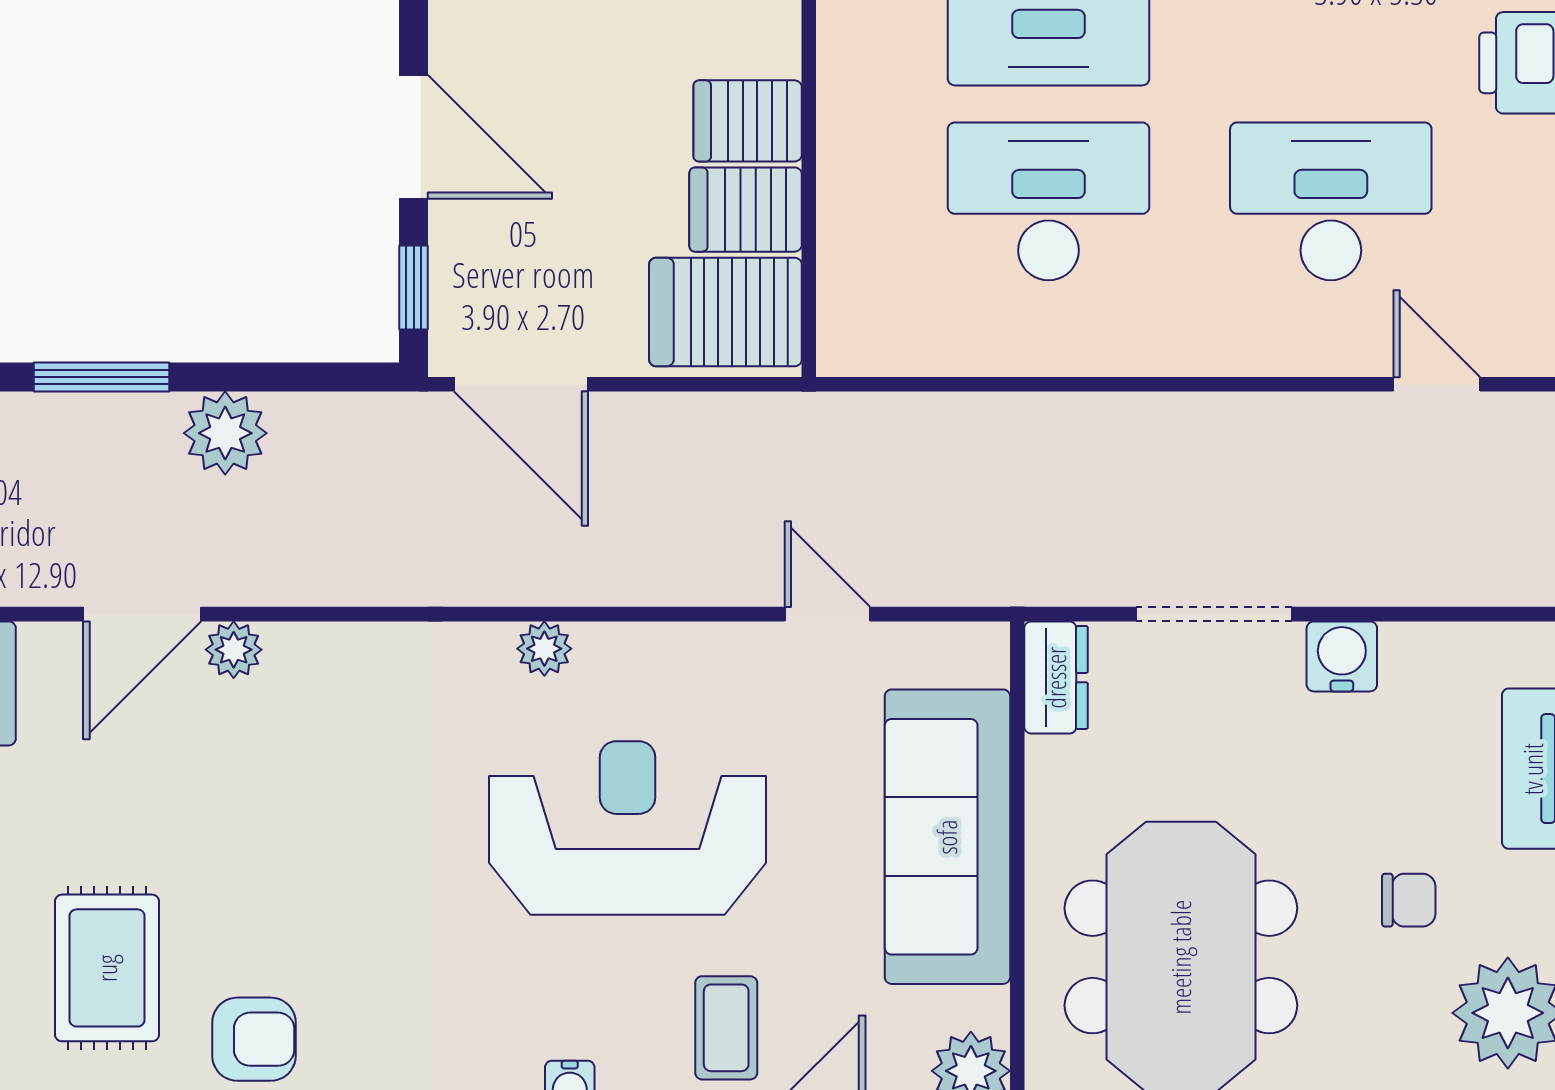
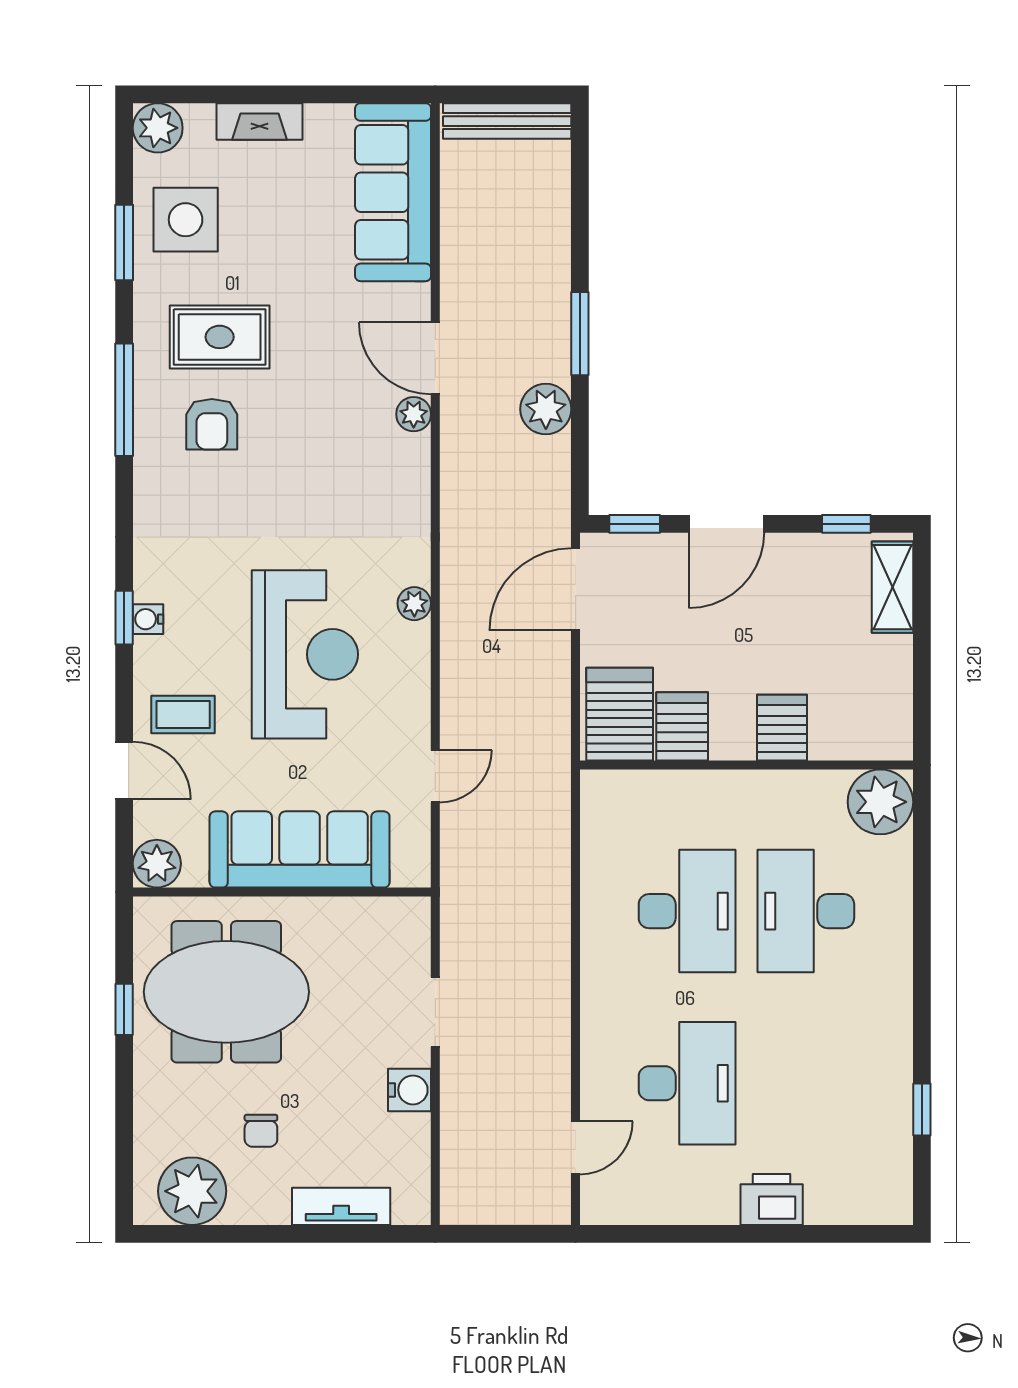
server rack: (748, 121) -> (782, 728), moved
doorway: (1214, 614) -> (435, 1012), width x0.73
dresser: (1056, 678) -> (397, 916), removed
armchair: (254, 1039) -> (212, 424), moved

